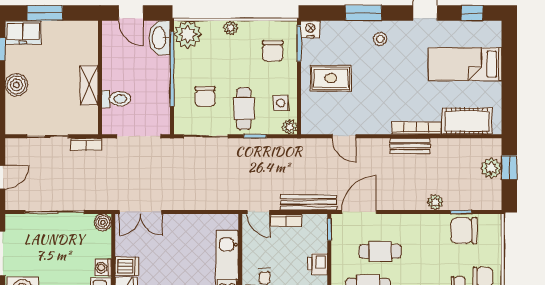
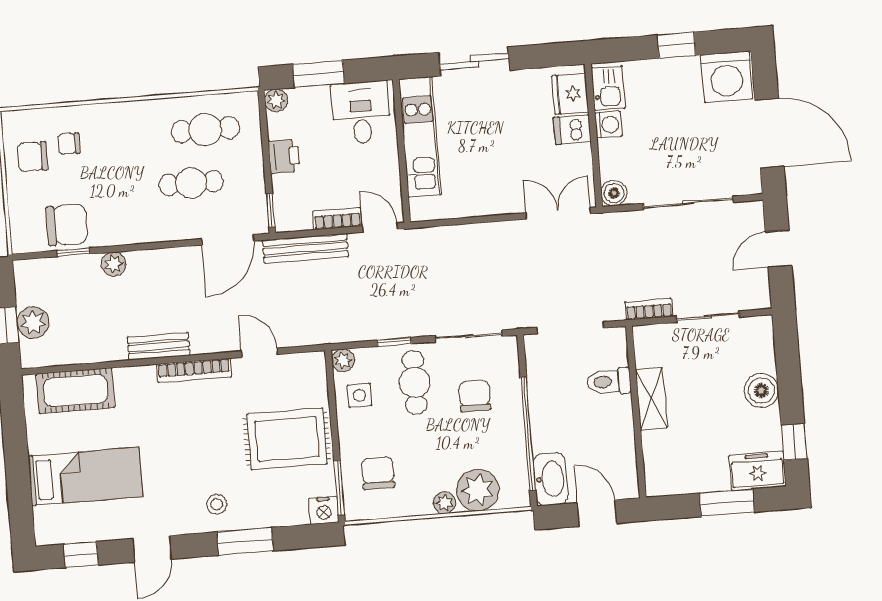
plant: (188, 34) -> (478, 490), moved
rug: (331, 78) -> (287, 439), width x1.36, depth x1.43
bookcase: (416, 128) -> (194, 370), moved

